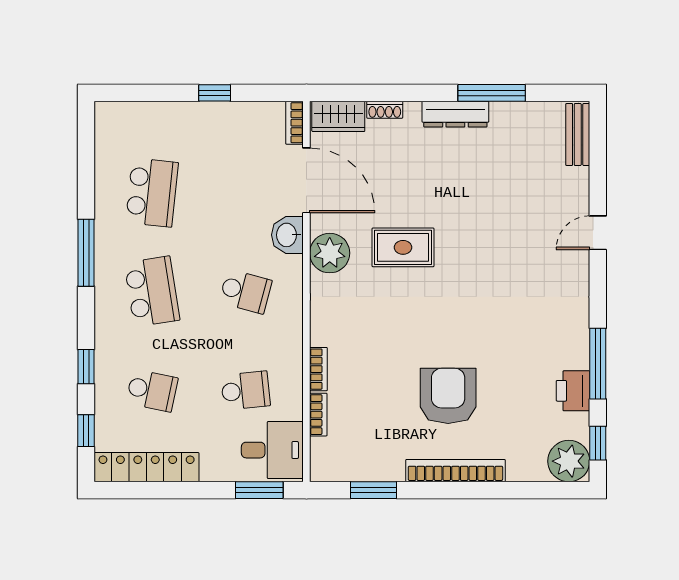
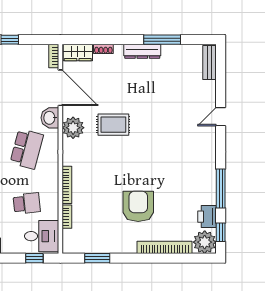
school desk: (245, 291) -> (27, 149), width x1.85
bookcase: (318, 369) -> (67, 185), width x1.56
printer: (573, 391) -> (207, 217), moved
bookcase: (455, 471) -> (165, 247), moved
window: (259, 490) -> (34, 258), width x0.67

